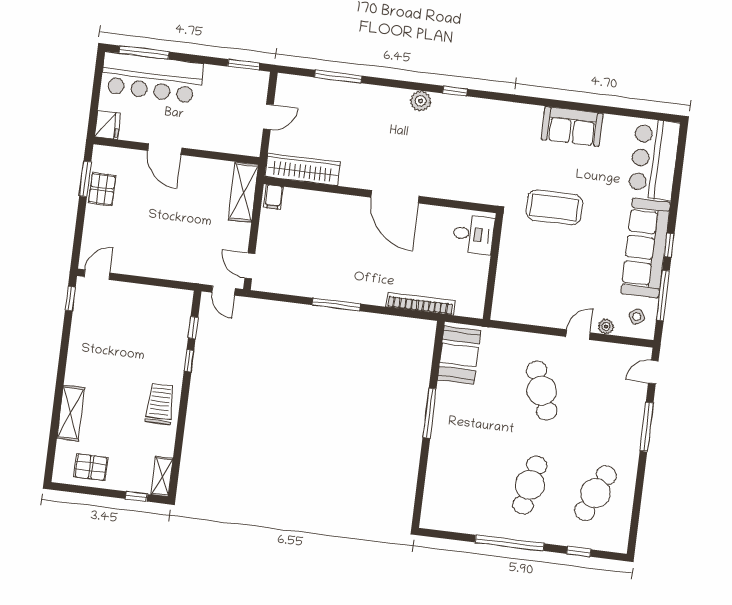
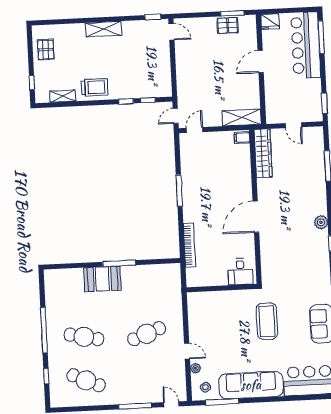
window: (669, 245) -> (256, 400), removed
booth: (459, 355) -> (102, 279), moved
shelving: (71, 413) -> (103, 29), moved
shelving: (162, 476) -> (63, 96), moved

